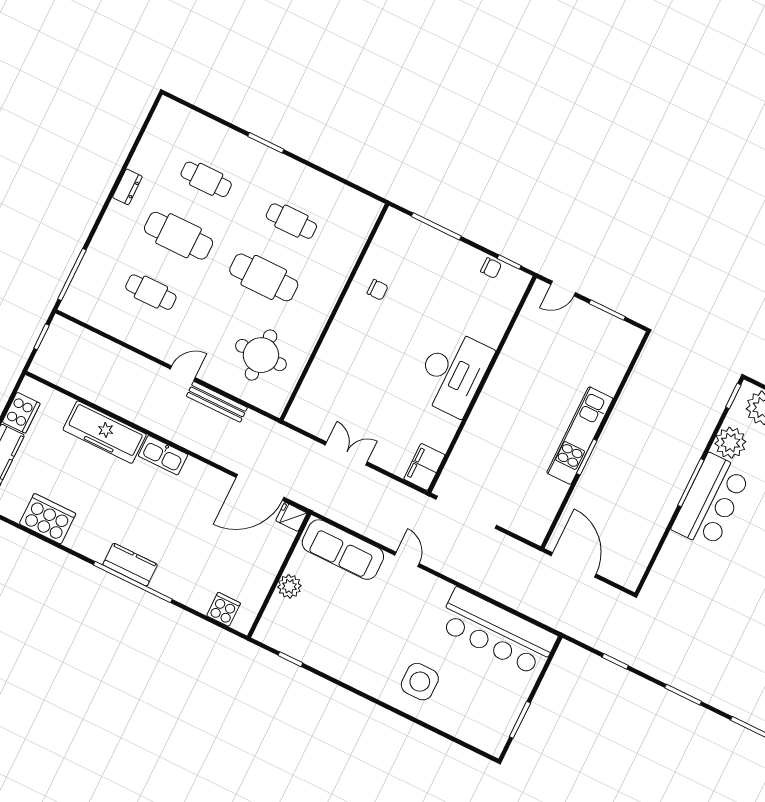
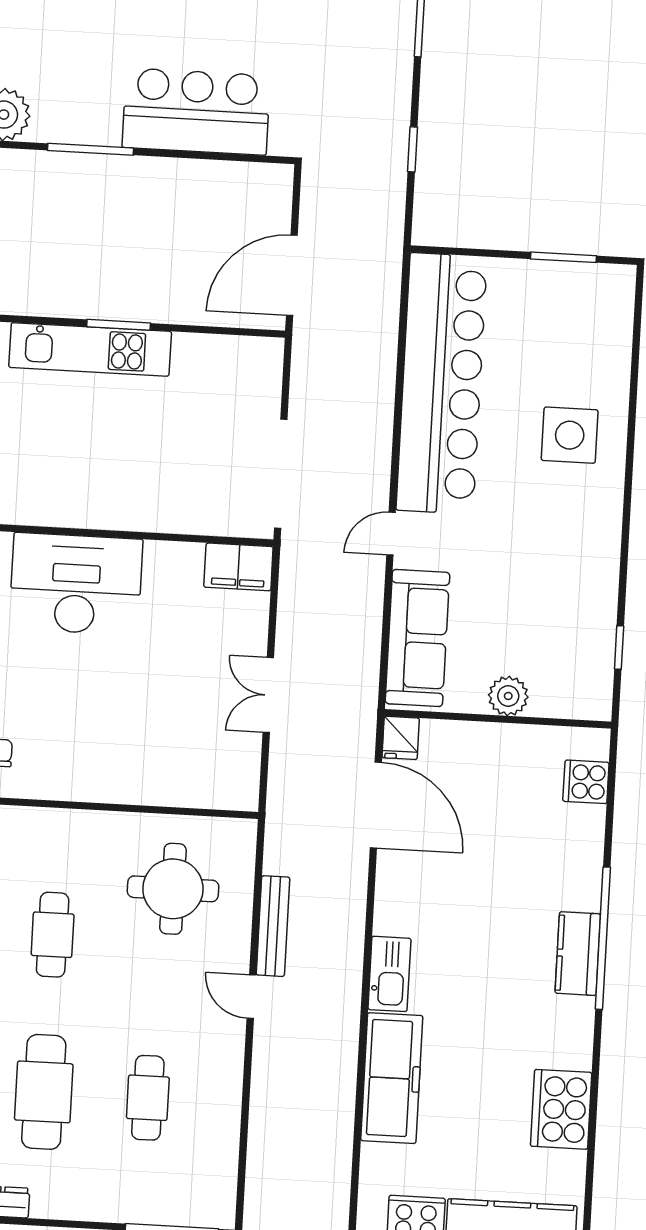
cafe table: (264, 277) -> (53, 935), width x0.73, depth x0.74
bar counter: (711, 501) -> (196, 111), moved
bar counter: (497, 632) -> (442, 383), width x1.36

